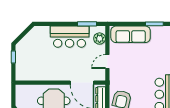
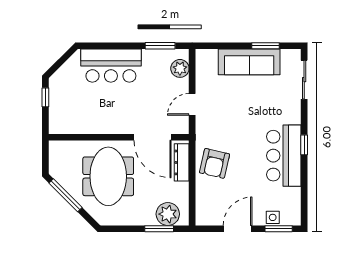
sofa: (131, 34) -> (249, 62), moved
bar counter: (70, 37) -> (111, 66), moved

